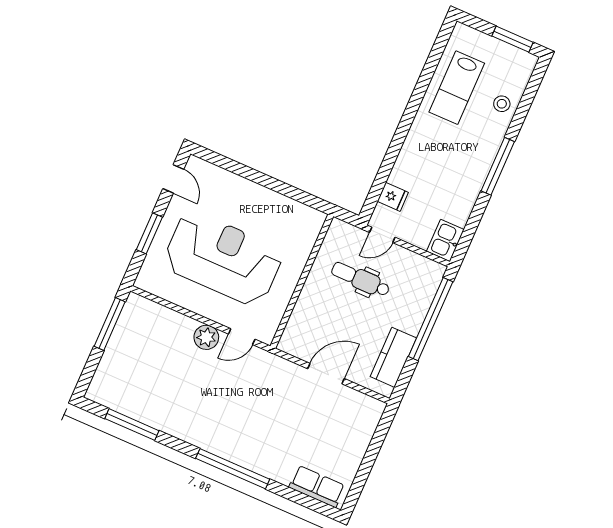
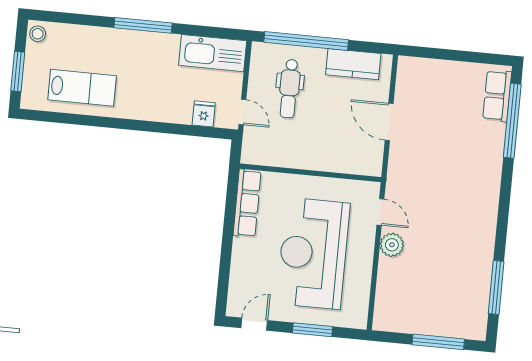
window: (512, 39) -> (18, 72), moved
stool: (502, 104) -> (38, 34), moved
row of seats: (293, 210) -> (247, 203), added
kitchen sink: (445, 240) -> (213, 53), width x1.87, depth x1.24
dental chair: (361, 279) -> (289, 89), moved
window: (110, 324) -> (438, 342), moved
window: (233, 469) -> (512, 121), moved

